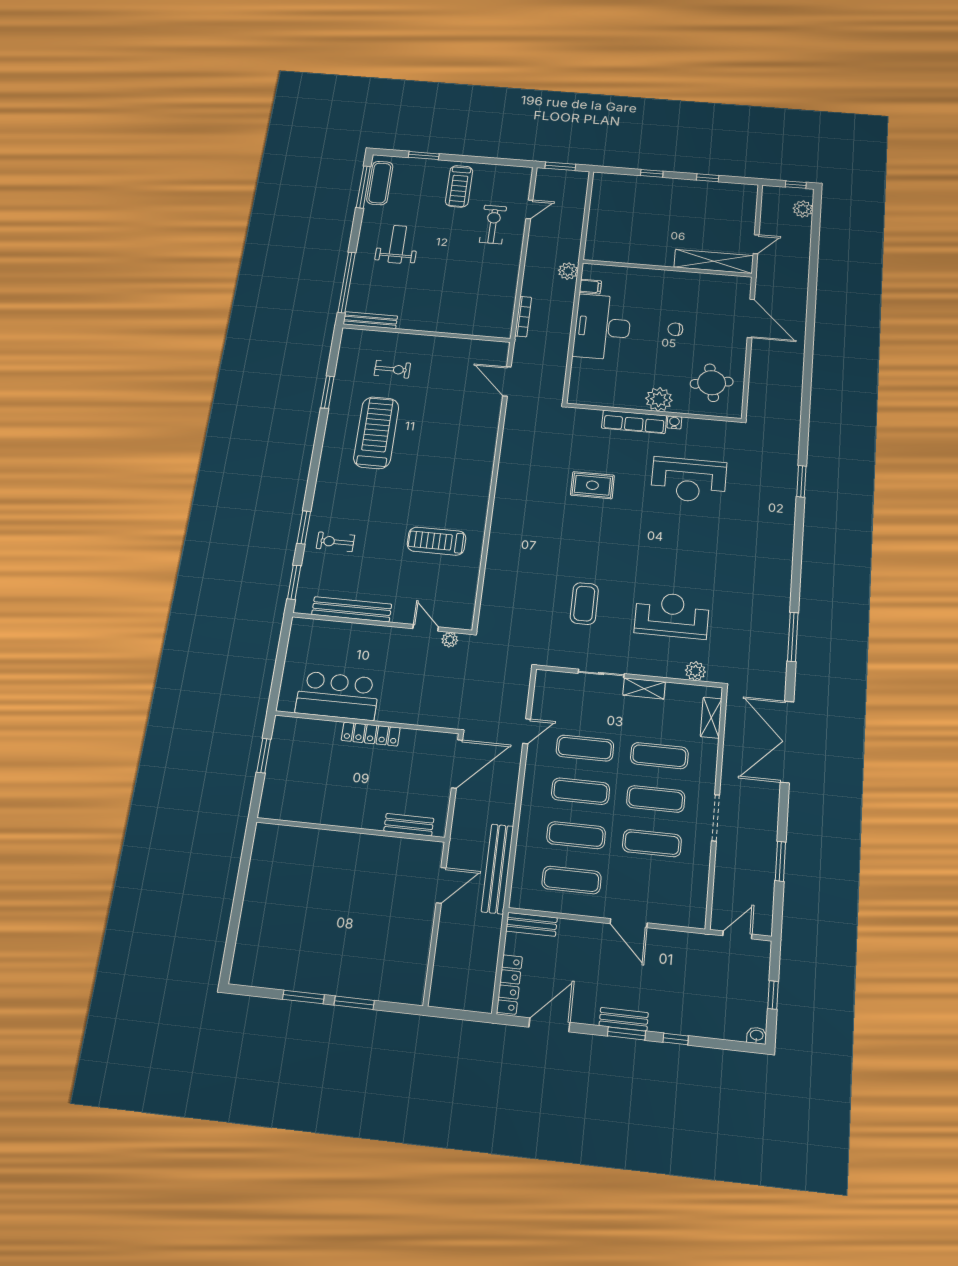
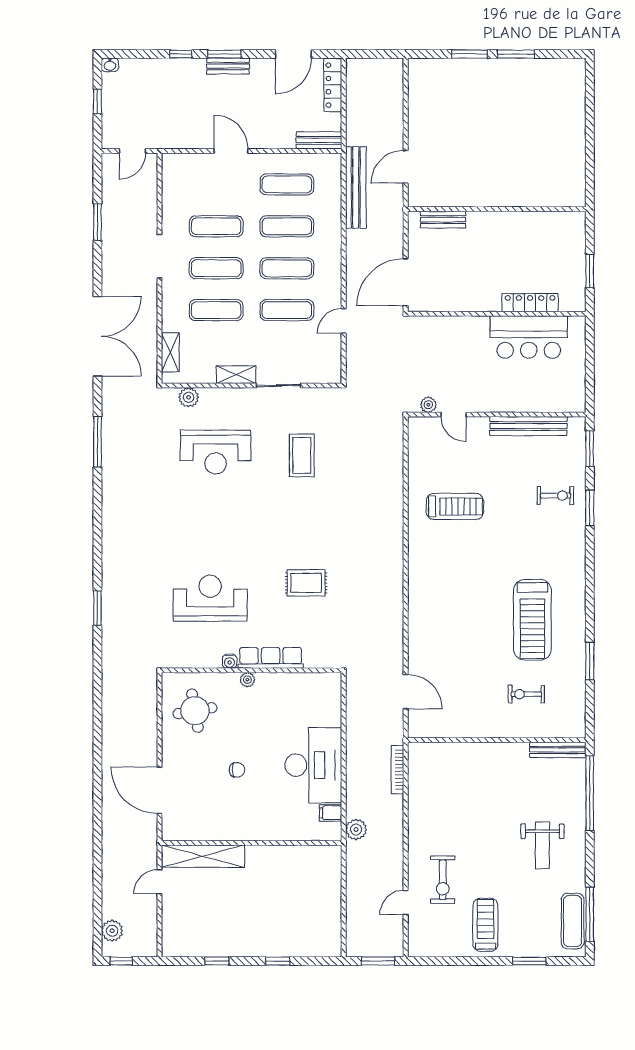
plant: (659, 399) -> (247, 680), width x0.53, depth x0.53
locker: (371, 734) -> (530, 303), moved

